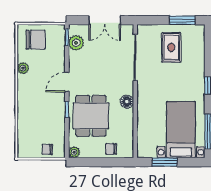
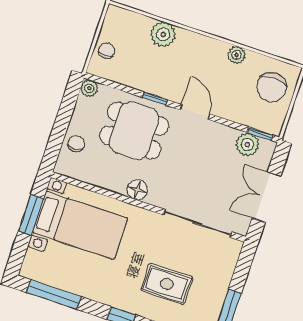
rug: (171, 47) -> (167, 284), moved
plant: (25, 118) -> (163, 34), added
bed with nightstands: (181, 130) -> (80, 225), moved

